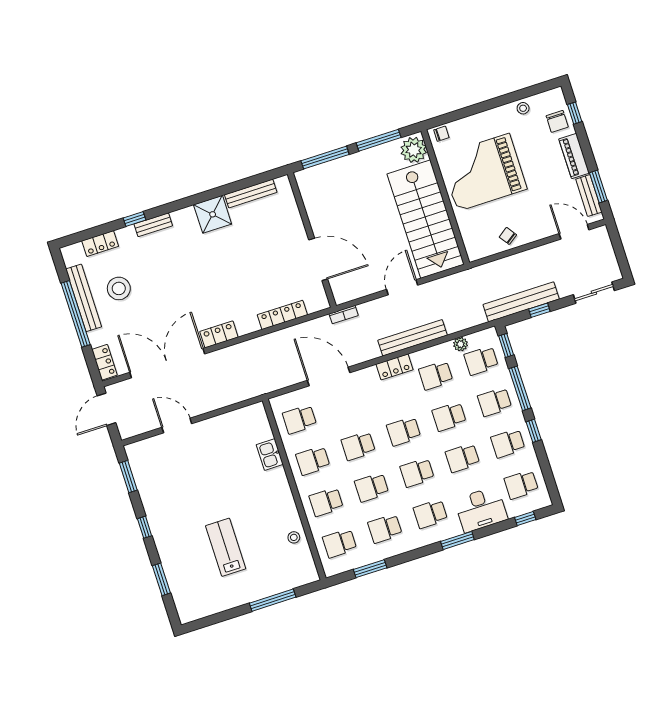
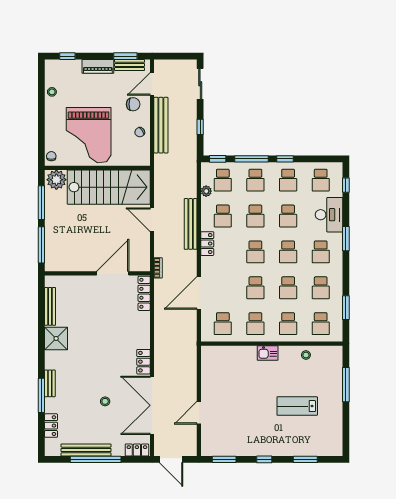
chair: (557, 121) -> (133, 104), moved
window: (135, 219) -> (41, 395), width x2.17
stool: (119, 288) -> (105, 401), moved, width x0.53, depth x0.53
bench: (521, 302) -> (161, 125), moved
locker: (282, 315) -> (144, 293), moved
kitchen sink: (270, 455) -> (268, 353), moved

